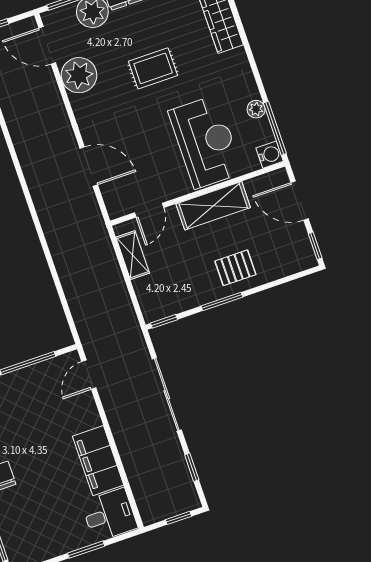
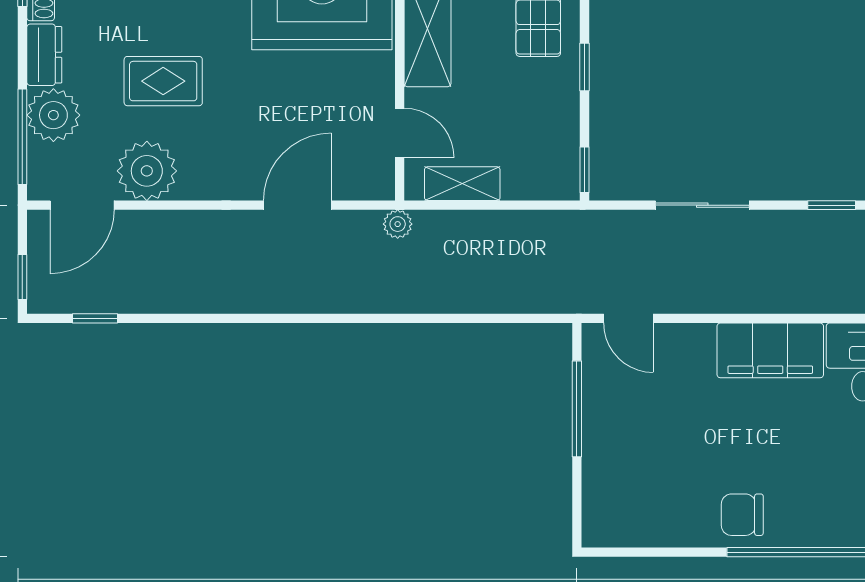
rug: (153, 68) -> (163, 81), moved, turned 90
plant: (97, 227) -> (398, 224), added
window: (222, 302) -> (585, 67), width x0.67
sliding door: (167, 394) -> (702, 205), width x0.73

